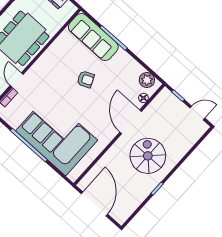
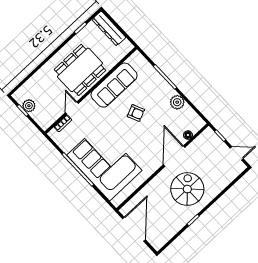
sofa: (93, 37) -> (114, 85), moved, turned -90
plant: (147, 80) -> (177, 102), moved

